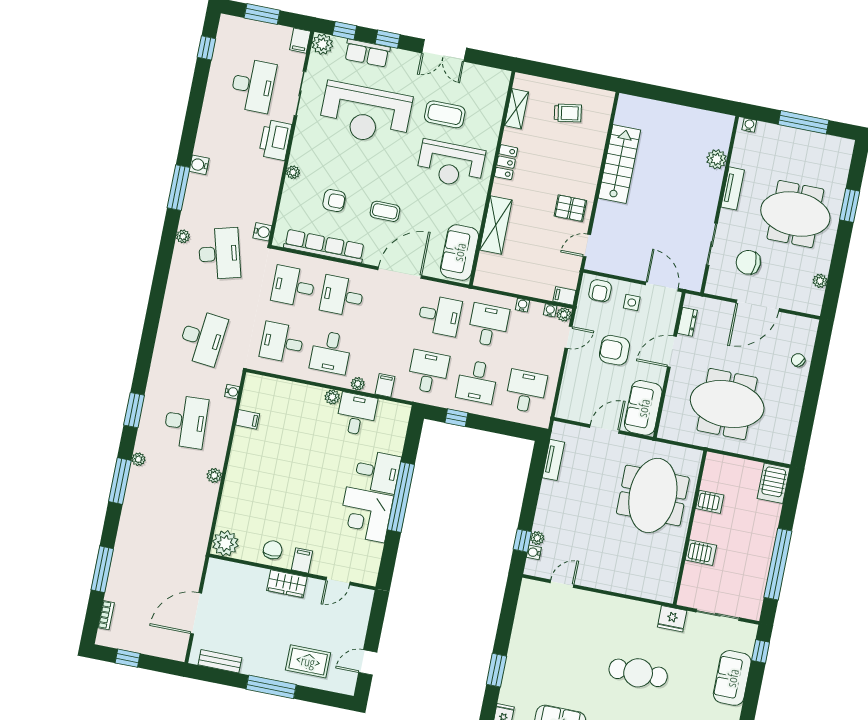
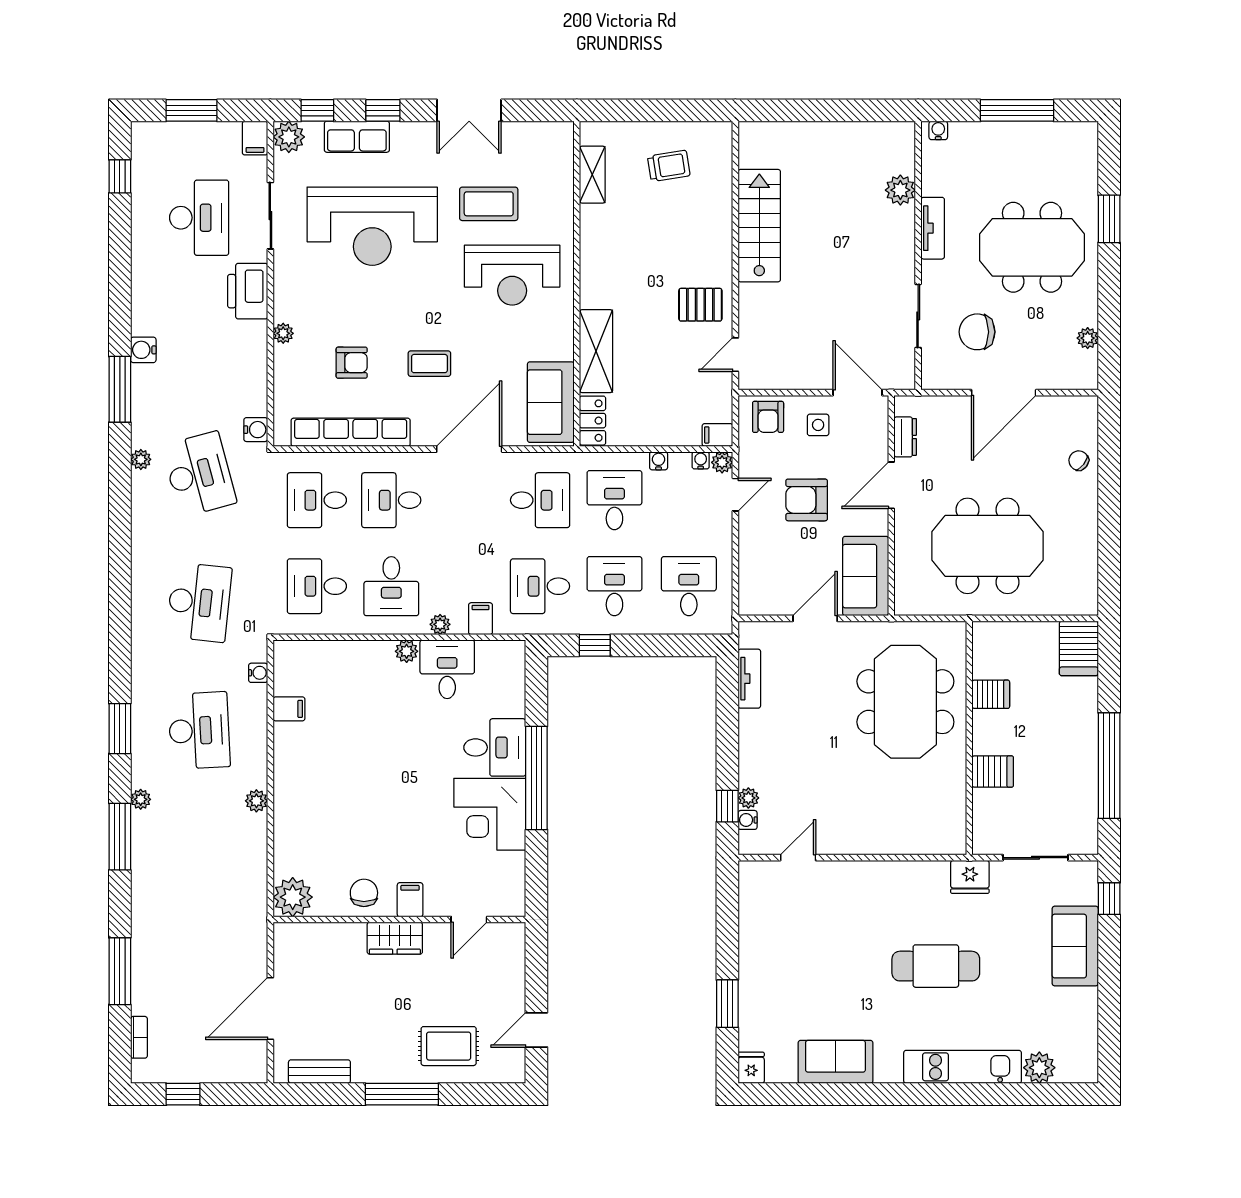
locker: (506, 162) -> (593, 421), moved
desk: (428, 372) -> (540, 586), turned -90
desk: (477, 382) -> (614, 586), turned 180

